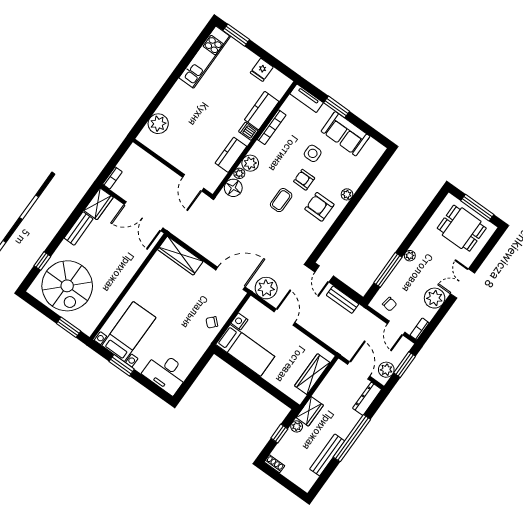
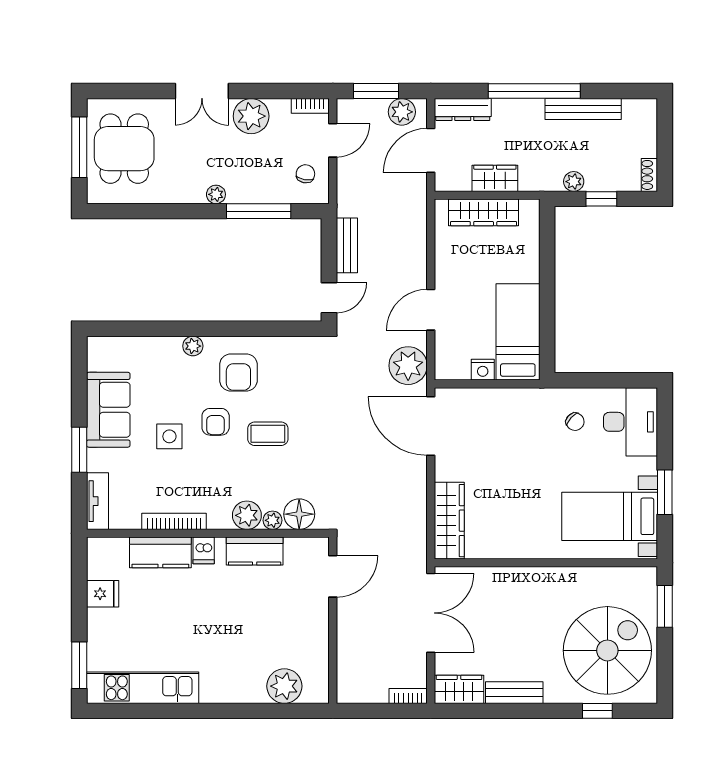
chair: (212, 322) -> (575, 422), moved
wardrobe: (310, 411) -> (495, 178), moved

